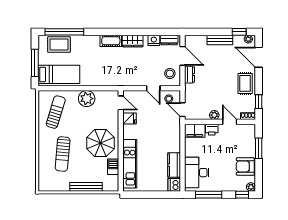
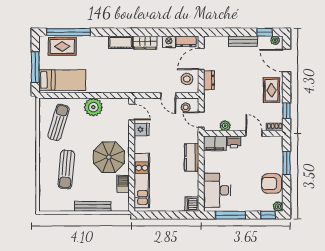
door: (183, 56) -> (201, 59), swing flipped
plant: (214, 115) -> (225, 126), moved
kitchen counter: (174, 165) -> (192, 157), moved

